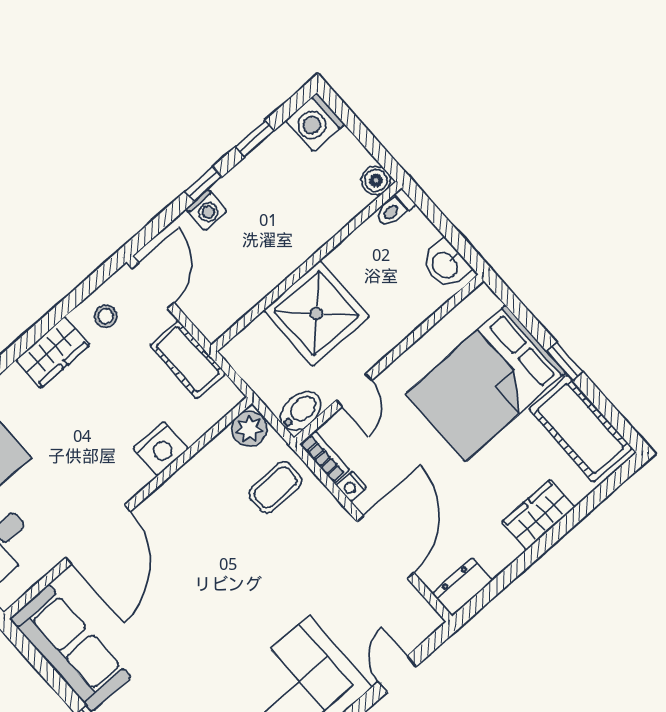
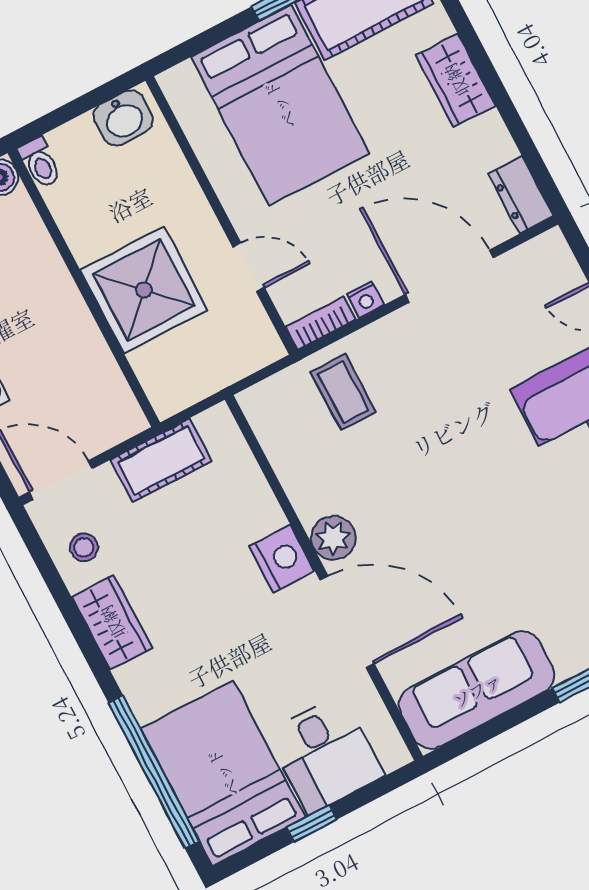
bidet: (301, 411) -> (258, 338), removed
plant: (249, 429) -> (333, 538), moved
nightstand: (161, 449) -> (282, 559), moved

